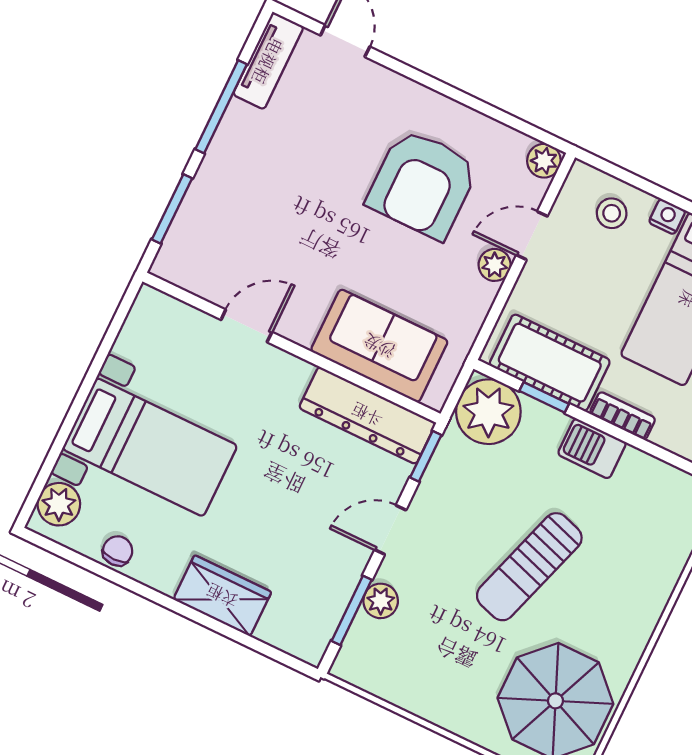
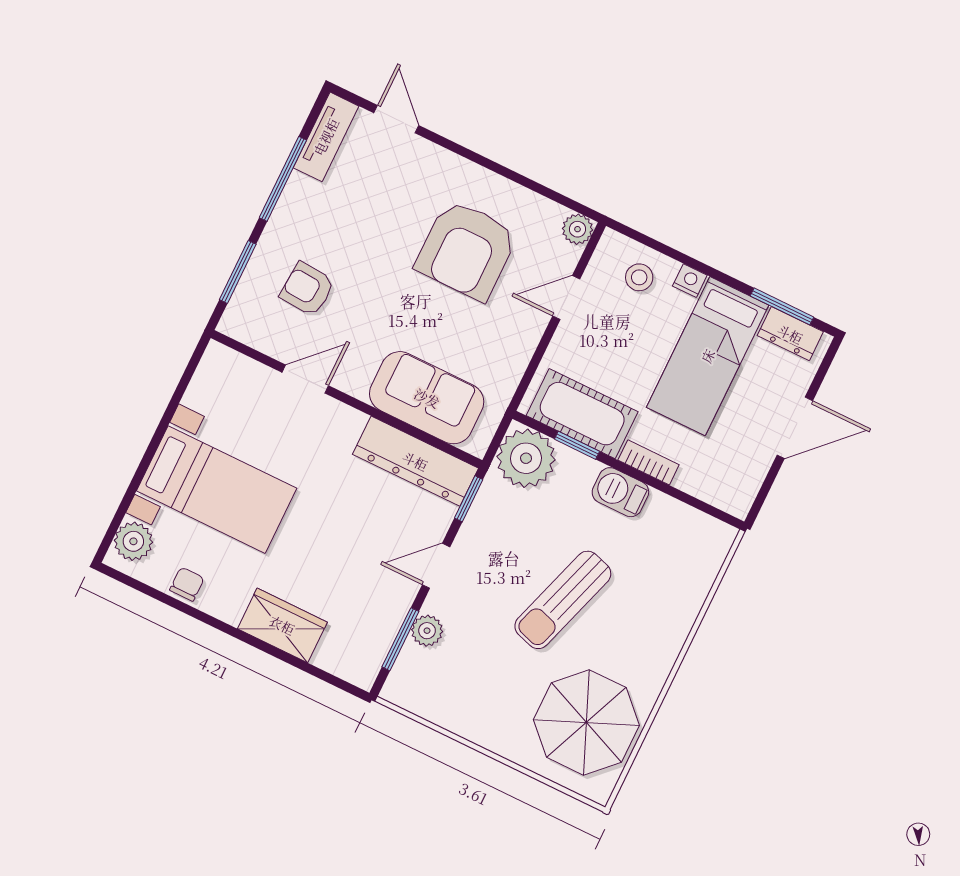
armchair: (248, 227) -> (307, 289), added
plant: (495, 265) -> (532, 324), removed

